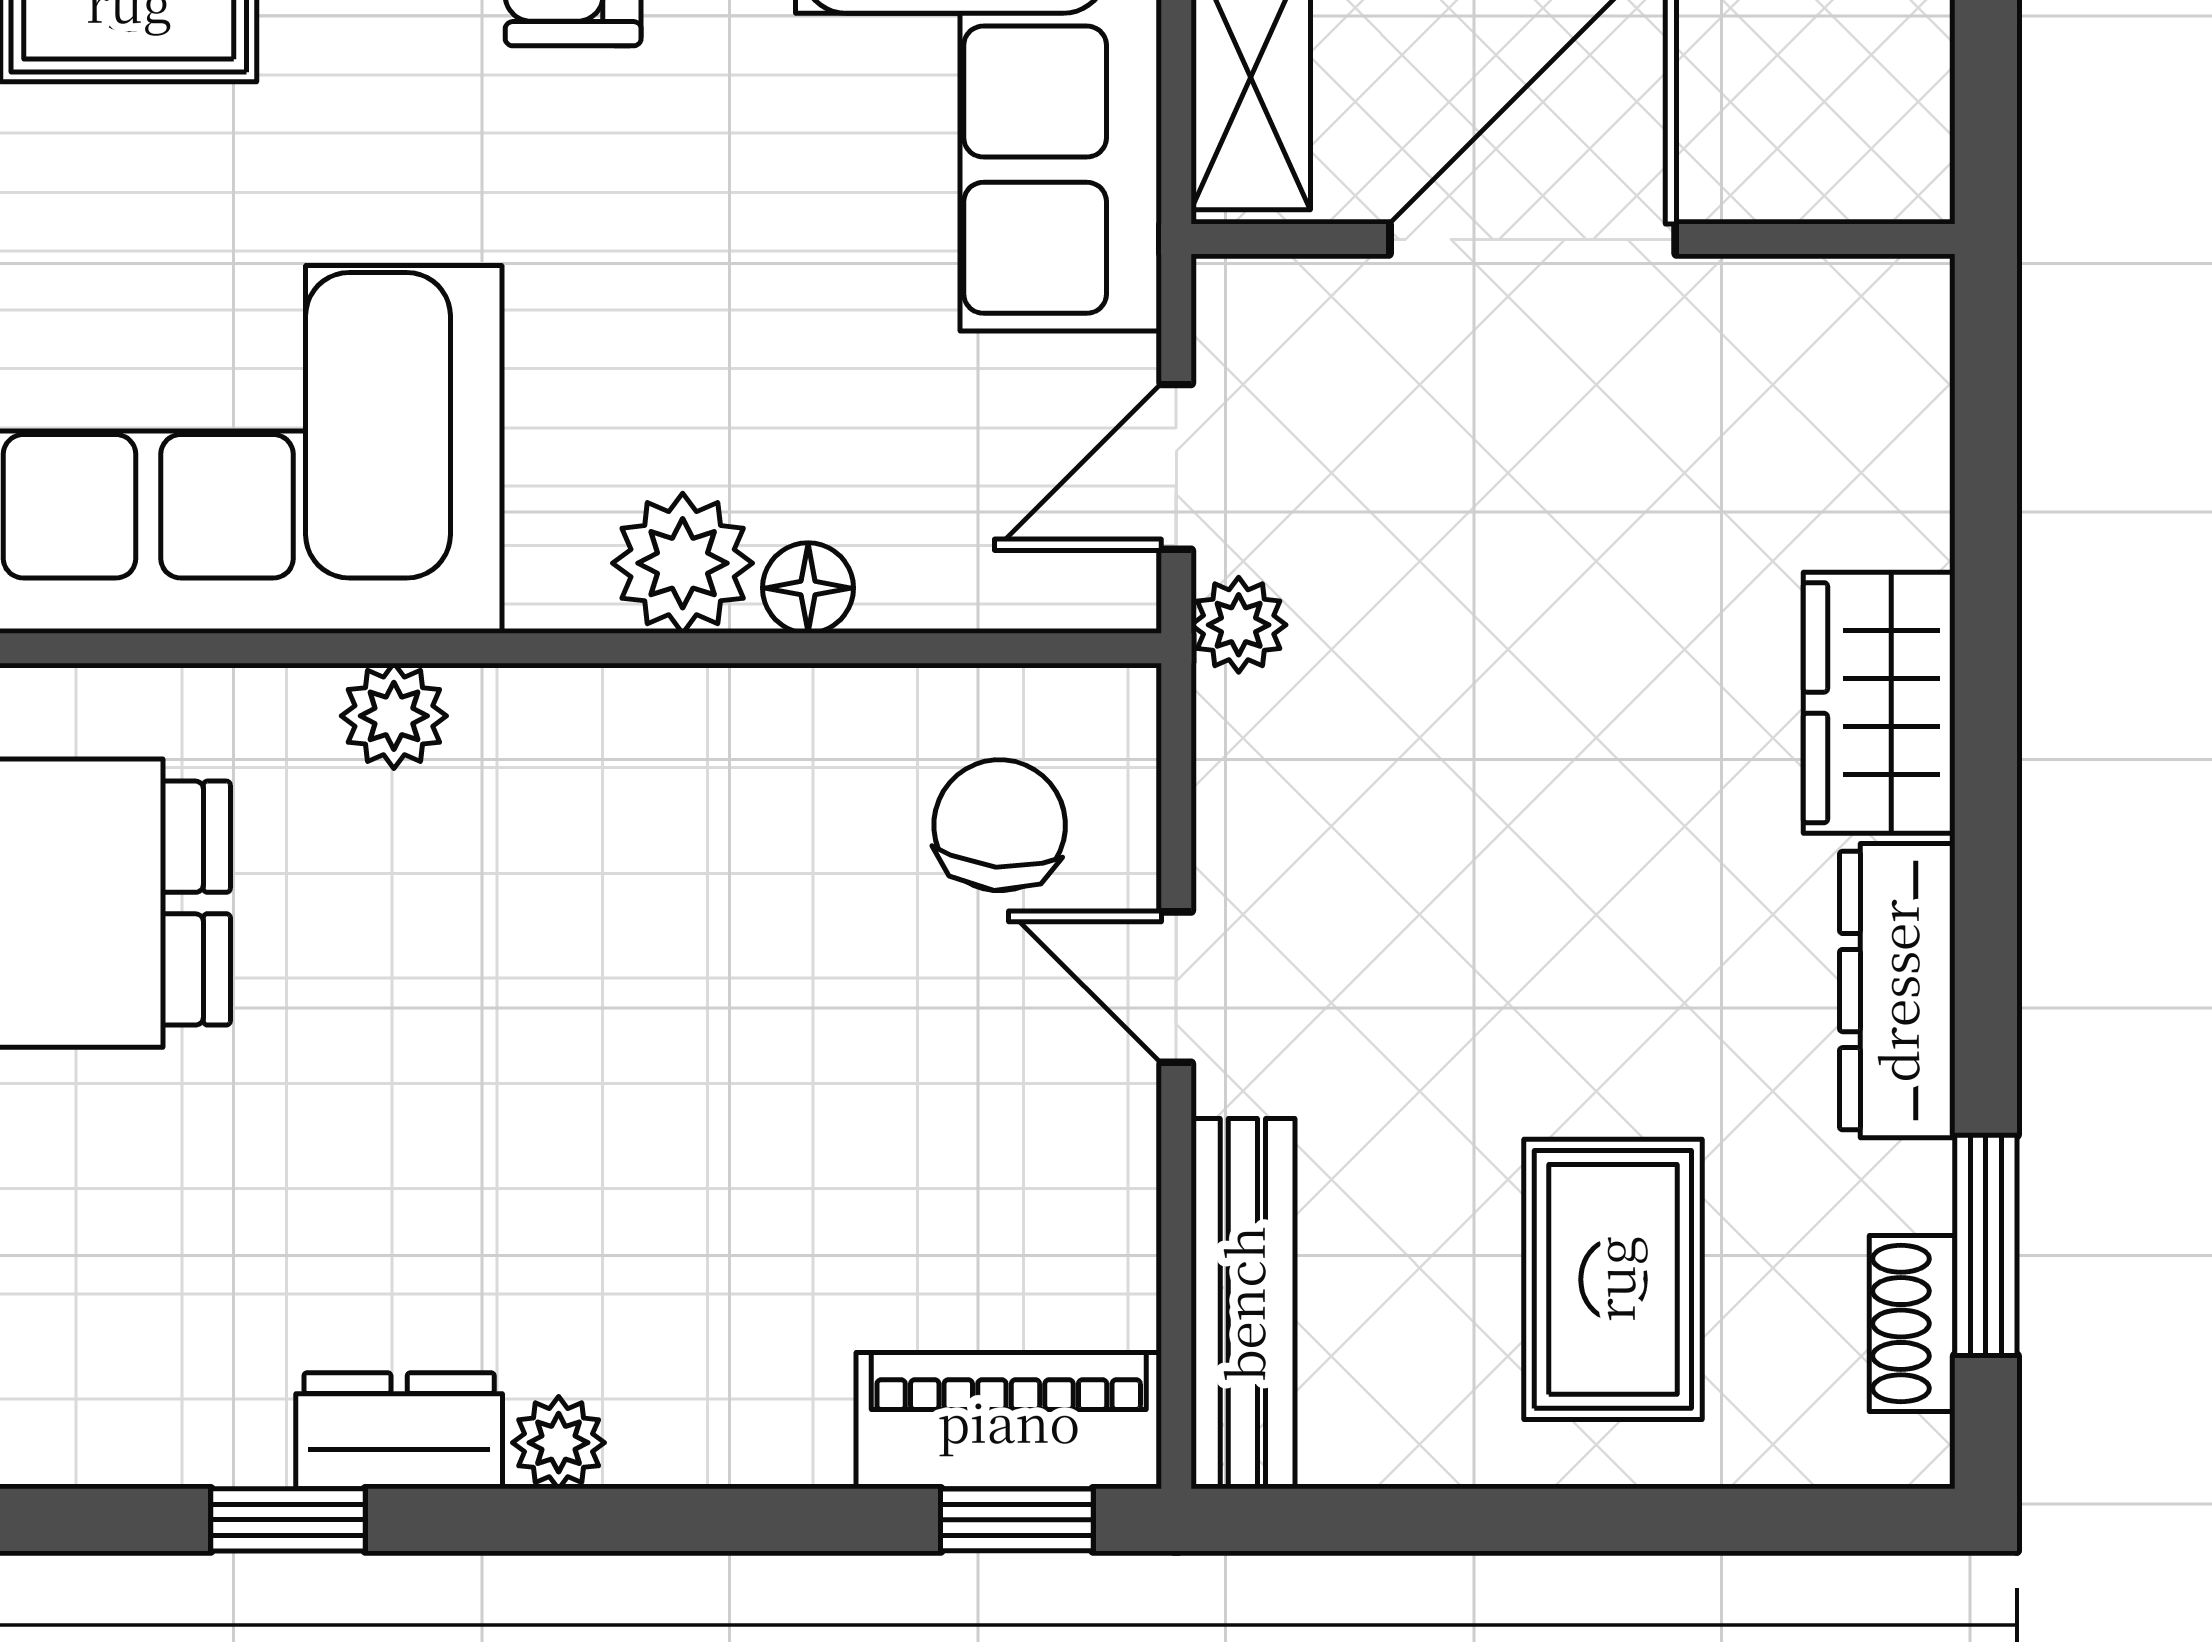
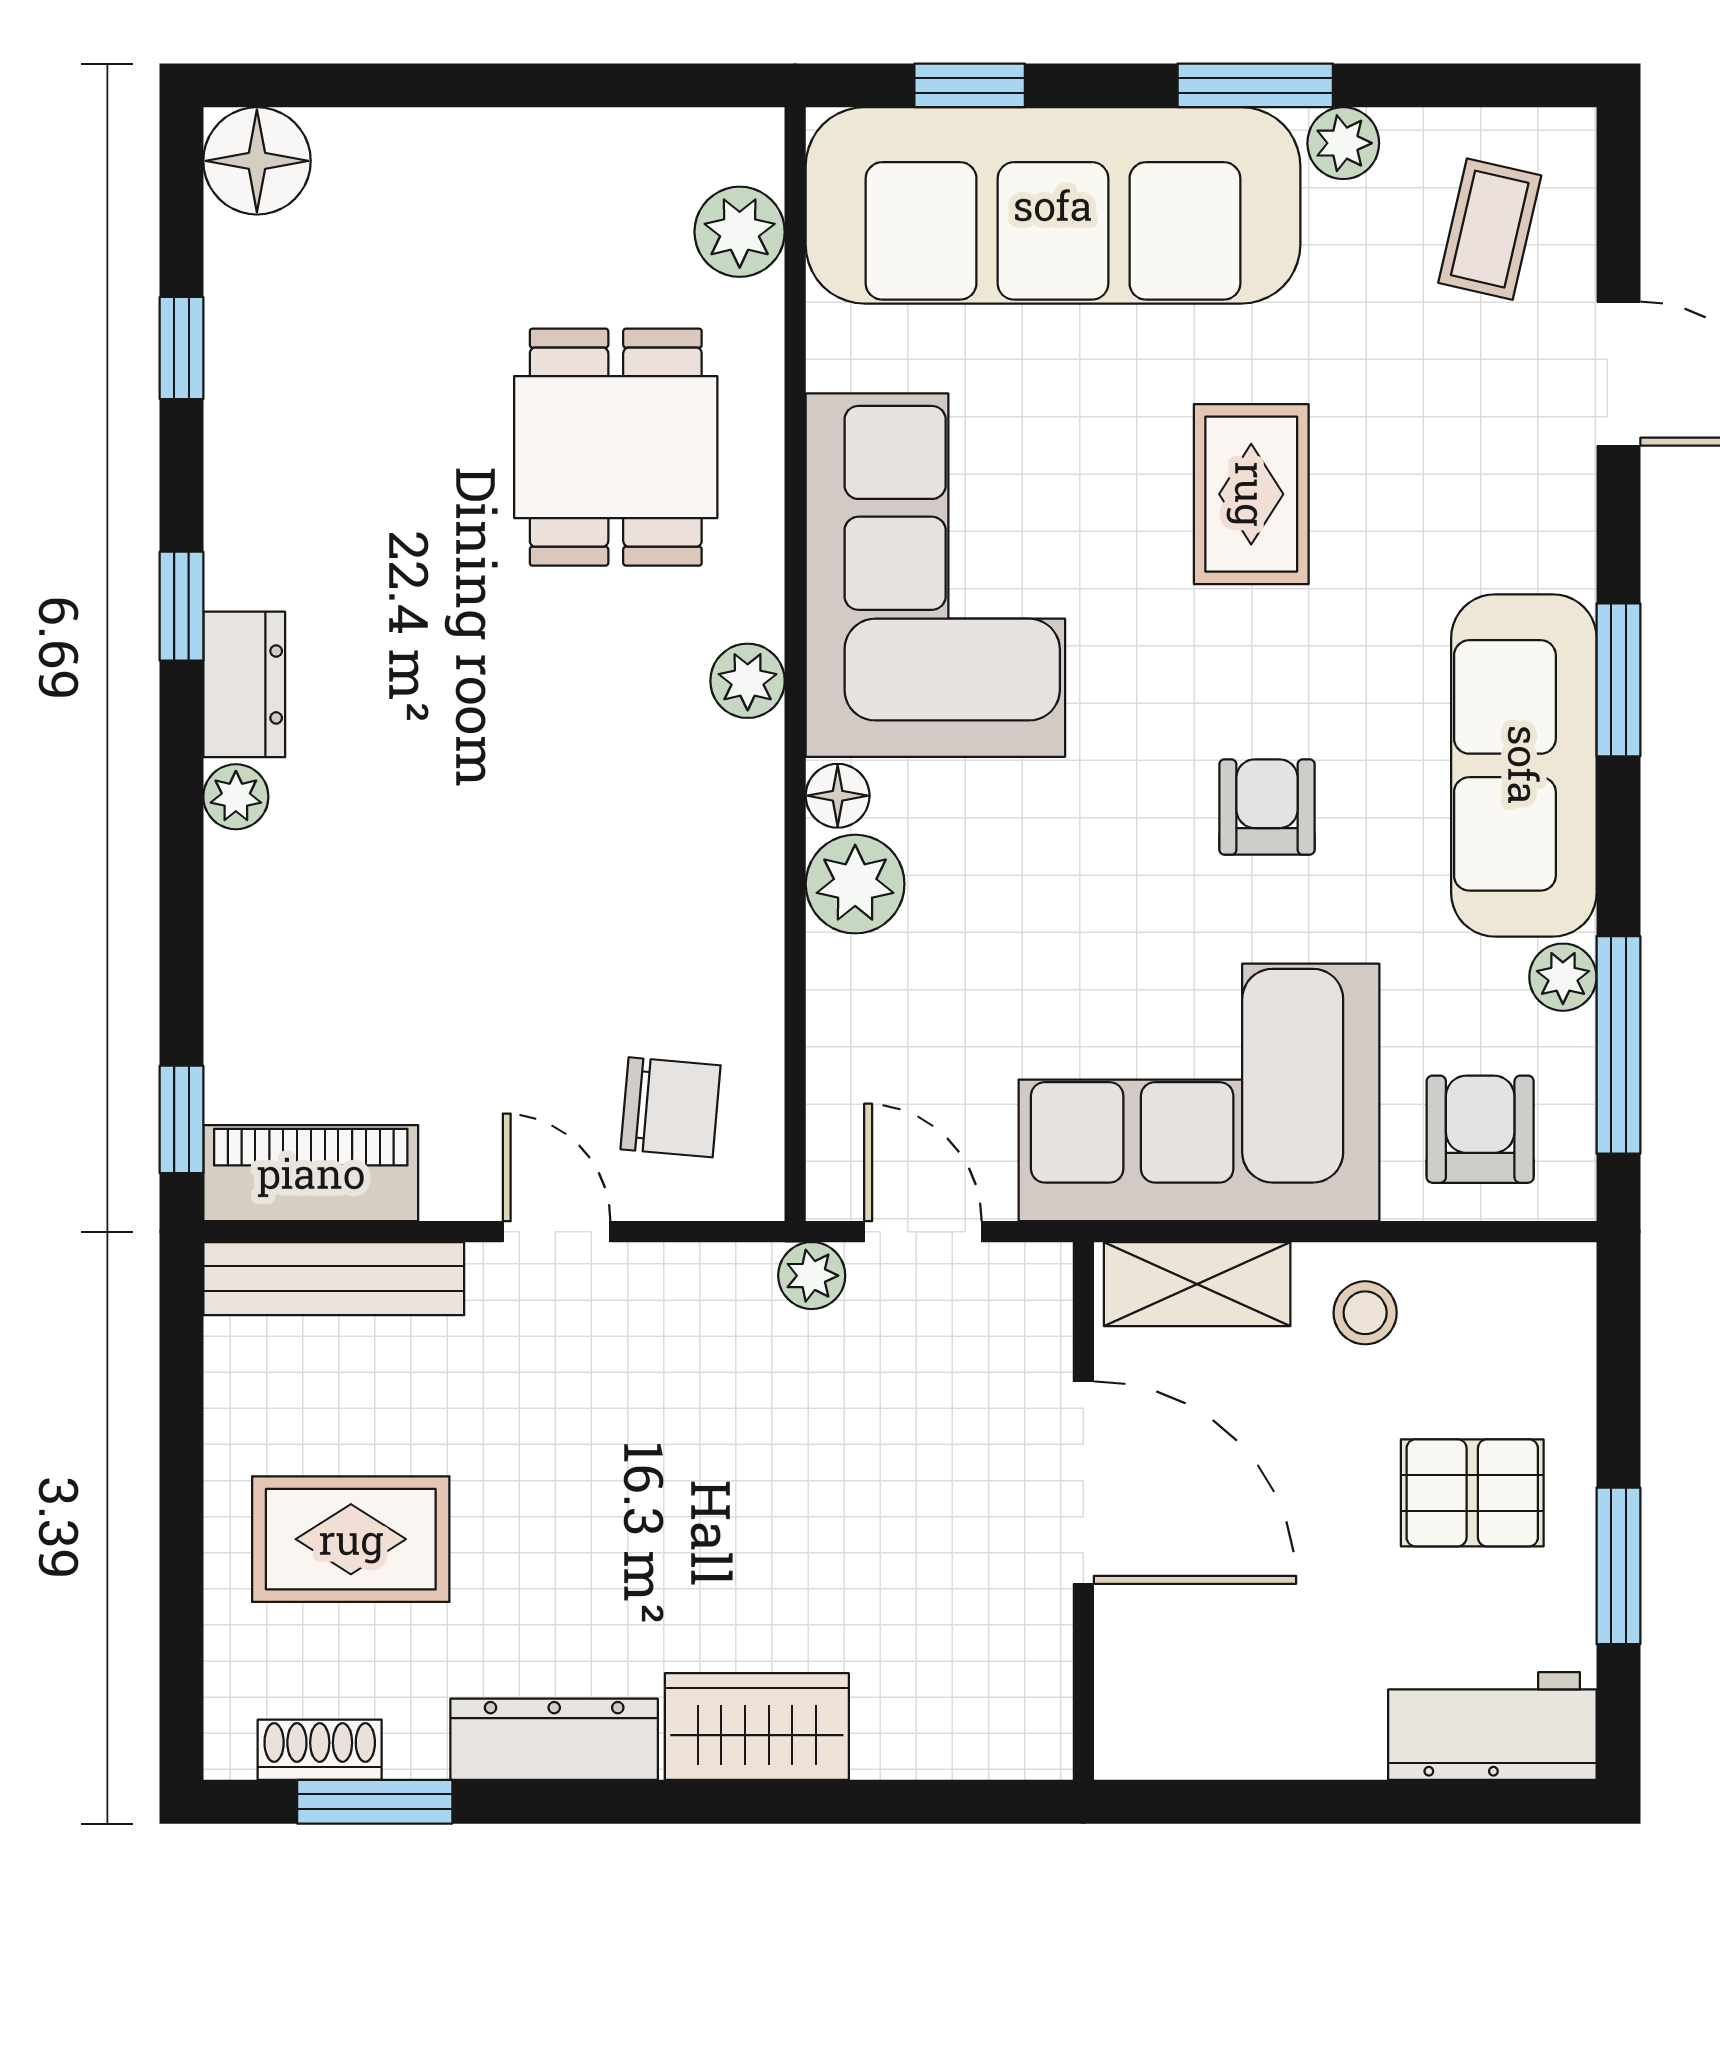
floor lamp: (808, 588) -> (838, 796), moved
door: (1176, 987) -> (557, 1232), hinge flipped
piano: (1009, 1421) -> (311, 1173), moved, turned -90

